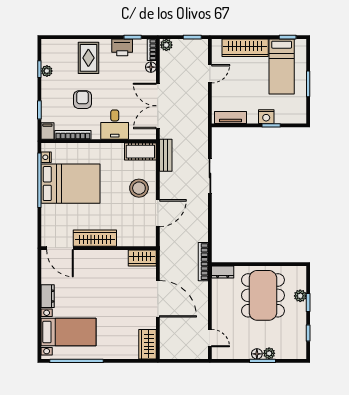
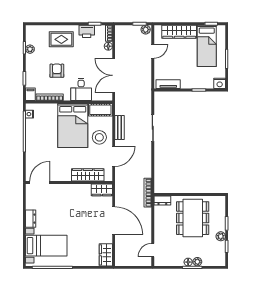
plant: (166, 45) -> (146, 30), moved
rug: (88, 58) -> (61, 39), turned 90
nightstand: (266, 117) -> (220, 83), moved
bench: (166, 155) -> (120, 127), moved
bed: (71, 184) -> (73, 125), moved, turned 90
wardrobe: (95, 238) -> (88, 175), moved
door: (60, 248) -> (40, 182), swing flipped
plant: (300, 296) -> (221, 236), moved
door: (210, 338) -> (153, 250), swing flipped

